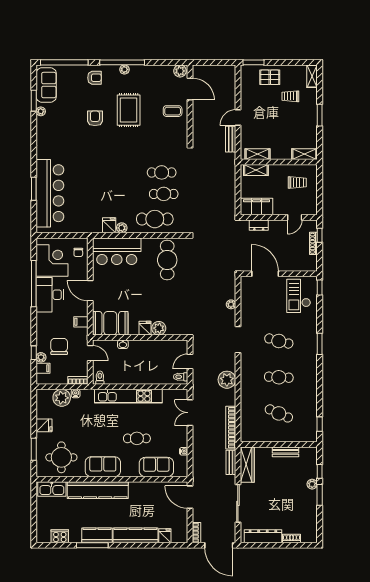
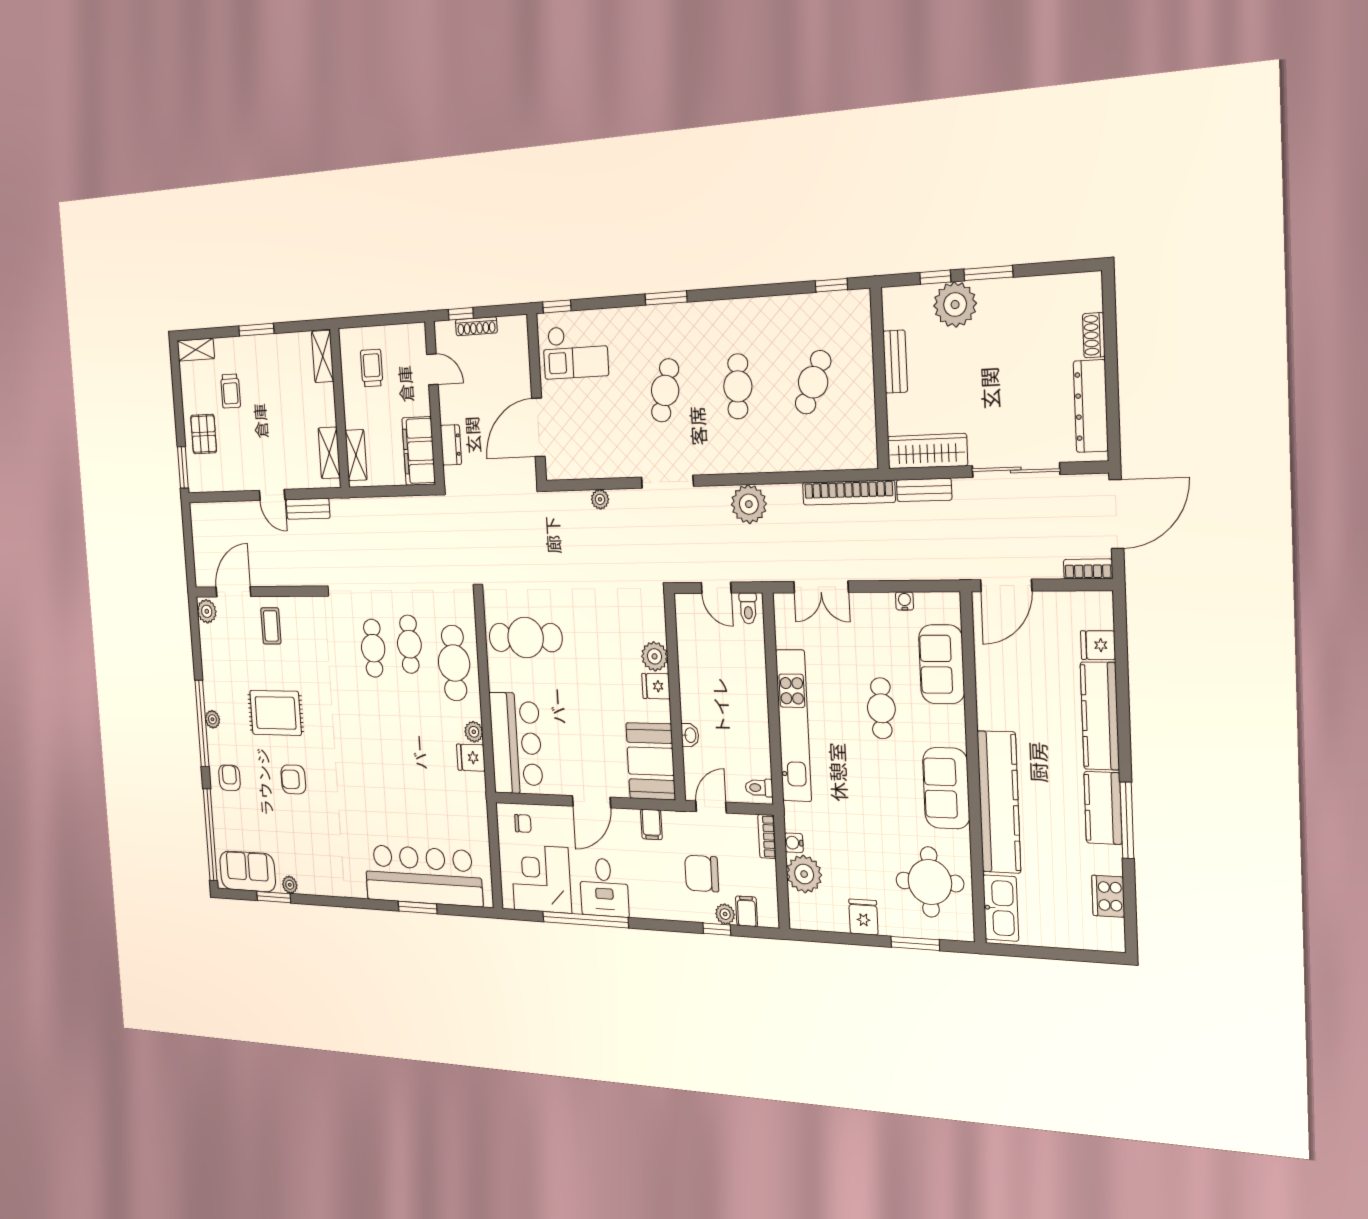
desk: (50, 295) -> (604, 887), width x0.73
plant: (312, 484) -> (955, 305), width x1.88, depth x1.88

